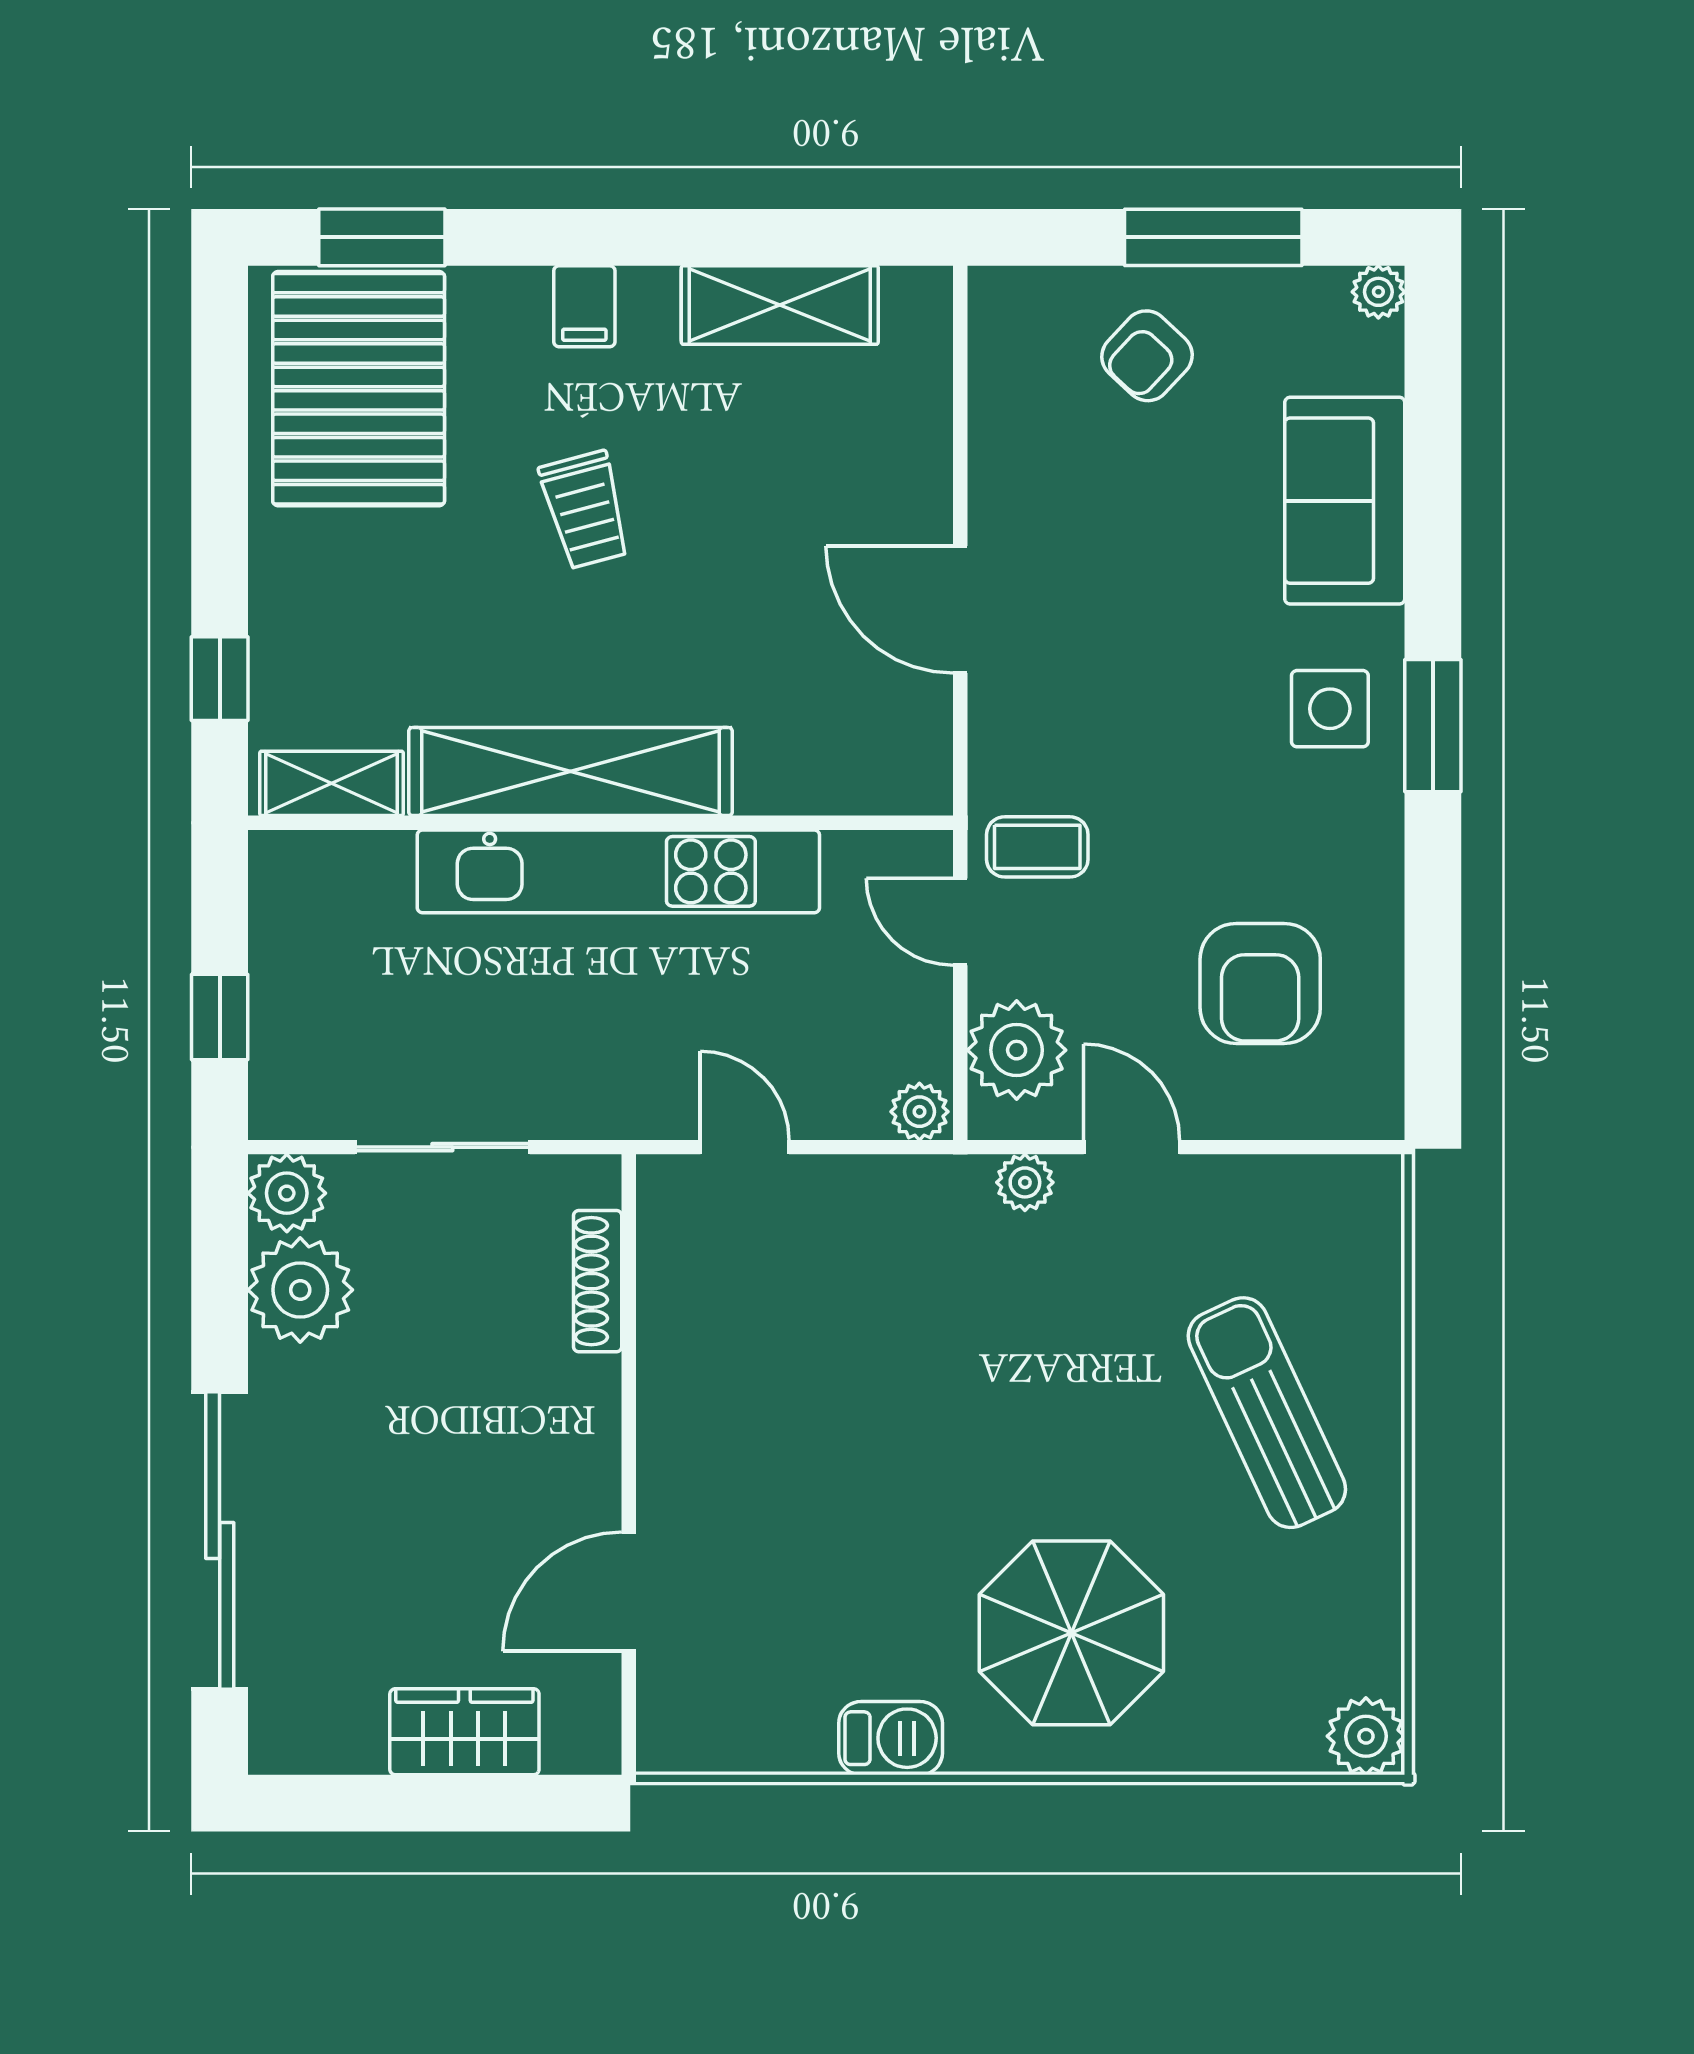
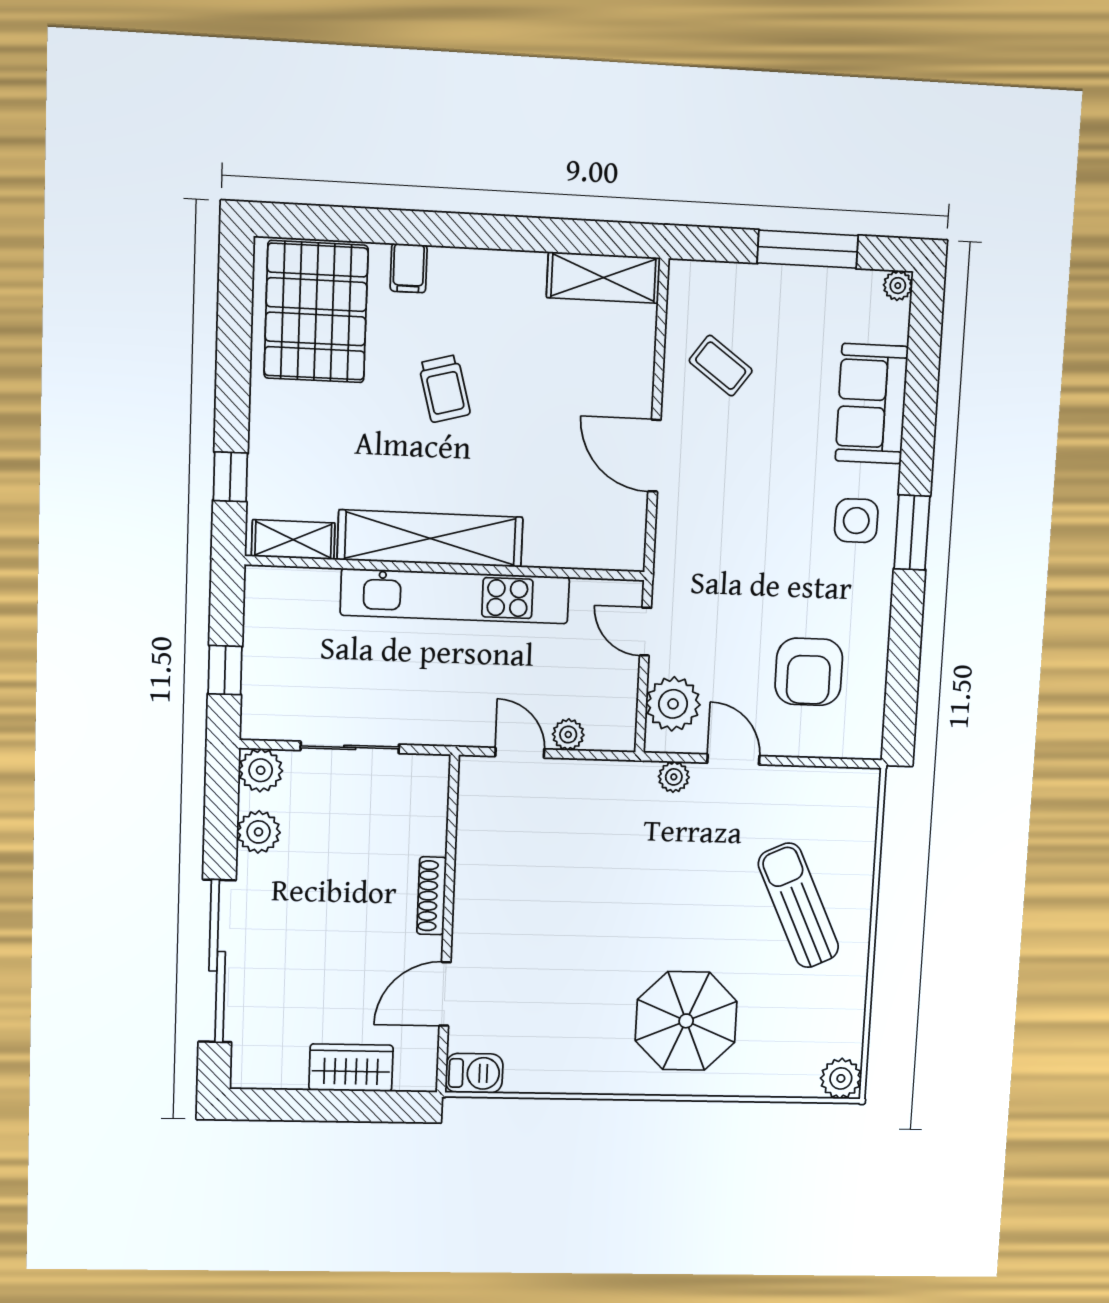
window: (382, 237) -> (333, 223), removed
shelving: (780, 305) -> (603, 278), moved
filing cabinet: (584, 306) -> (409, 268), moved
armchair: (1147, 356) -> (767, 316), removed
coffee table: (1037, 847) -> (721, 366), moved, turned 36
plant: (919, 1112) -> (568, 735), moved
shoe rack: (598, 1281) -> (432, 896), moved
plant: (300, 1290) -> (259, 832), width x0.73, depth x0.73
barbecue: (891, 1738) -> (474, 1073), moved

